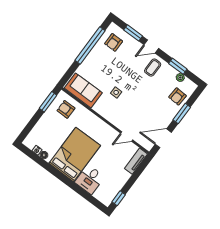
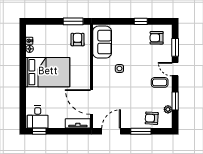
window: (90, 45) -> (141, 21), width x0.32
door: (127, 136) -> (92, 102), width x1.87
door: (163, 138) -> (111, 131), hinge flipped
desk: (90, 179) -> (38, 117), moved, turned -90

